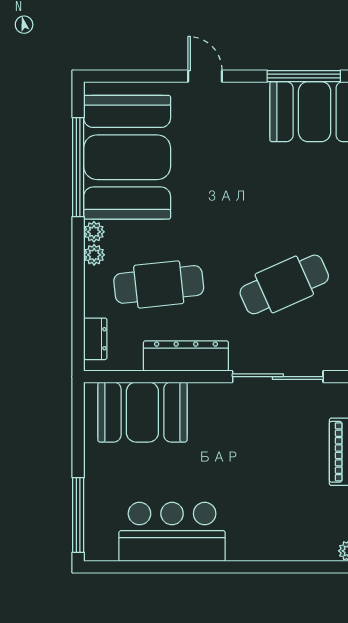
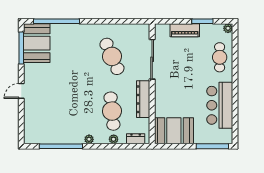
booth: (127, 157) -> (57, 125), removed
plant: (94, 255) -> (114, 139), moved
booth: (142, 412) -> (174, 131), moved, turned 90
cafe table: (282, 532) -> (220, 57), added

